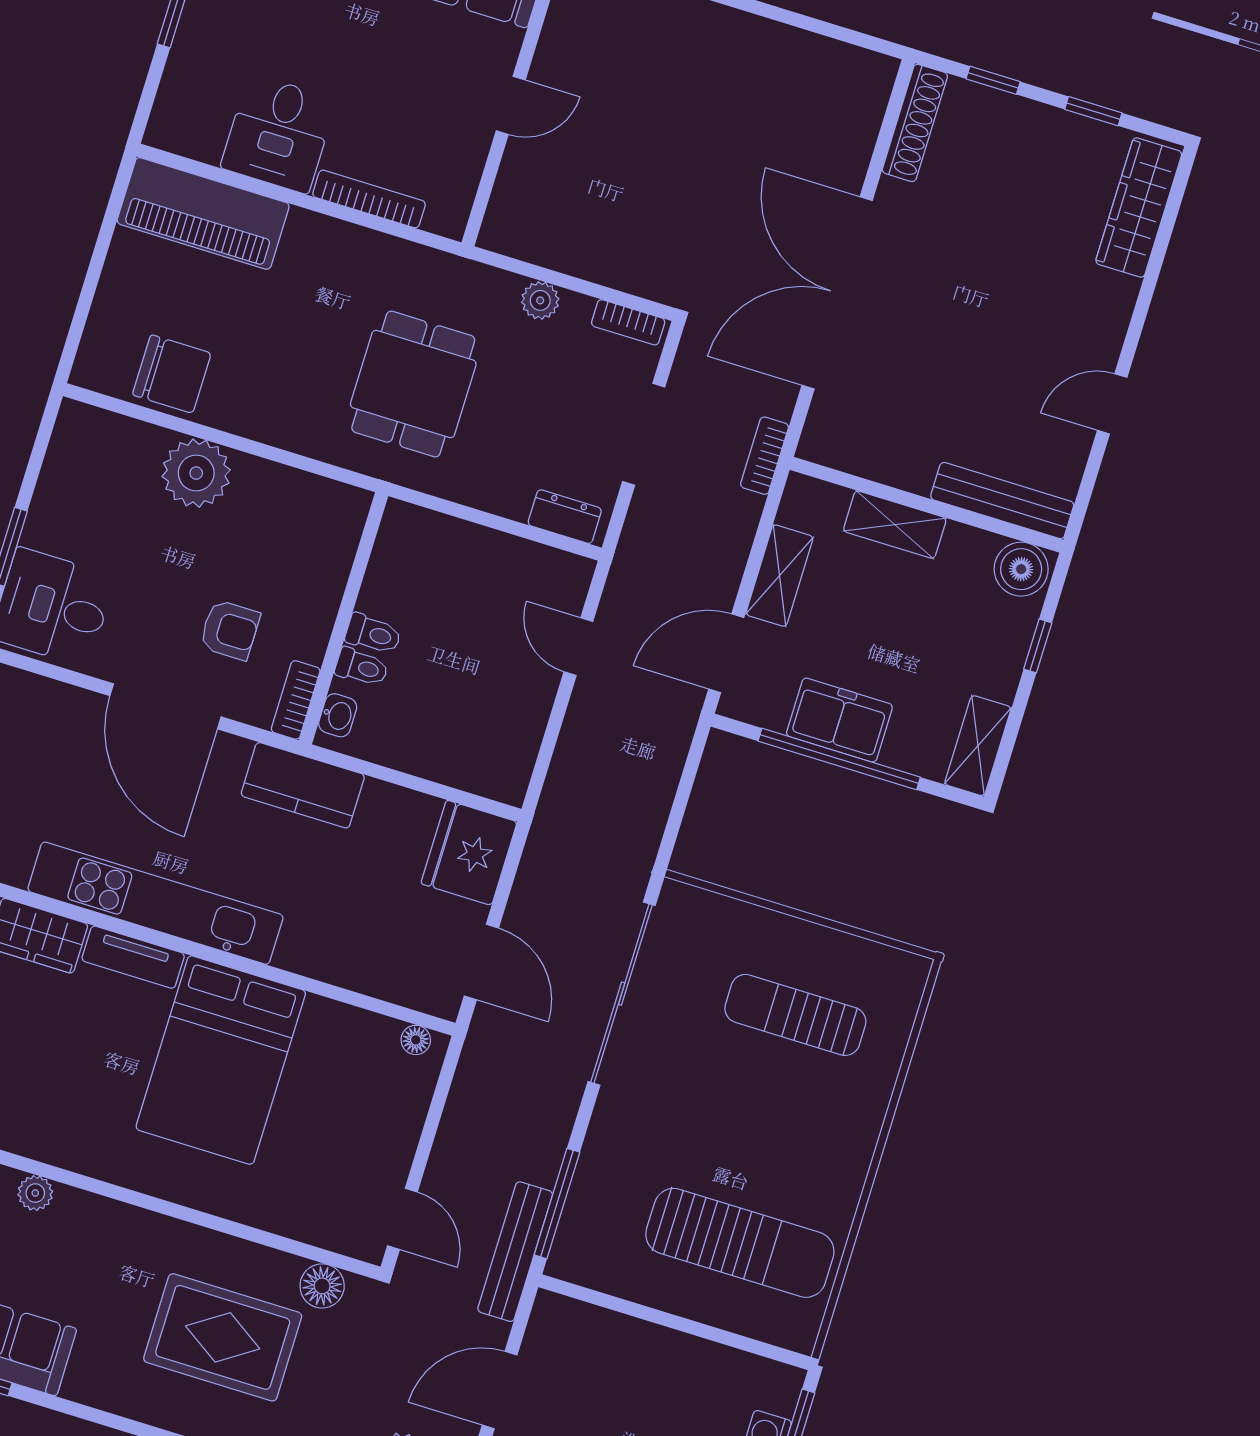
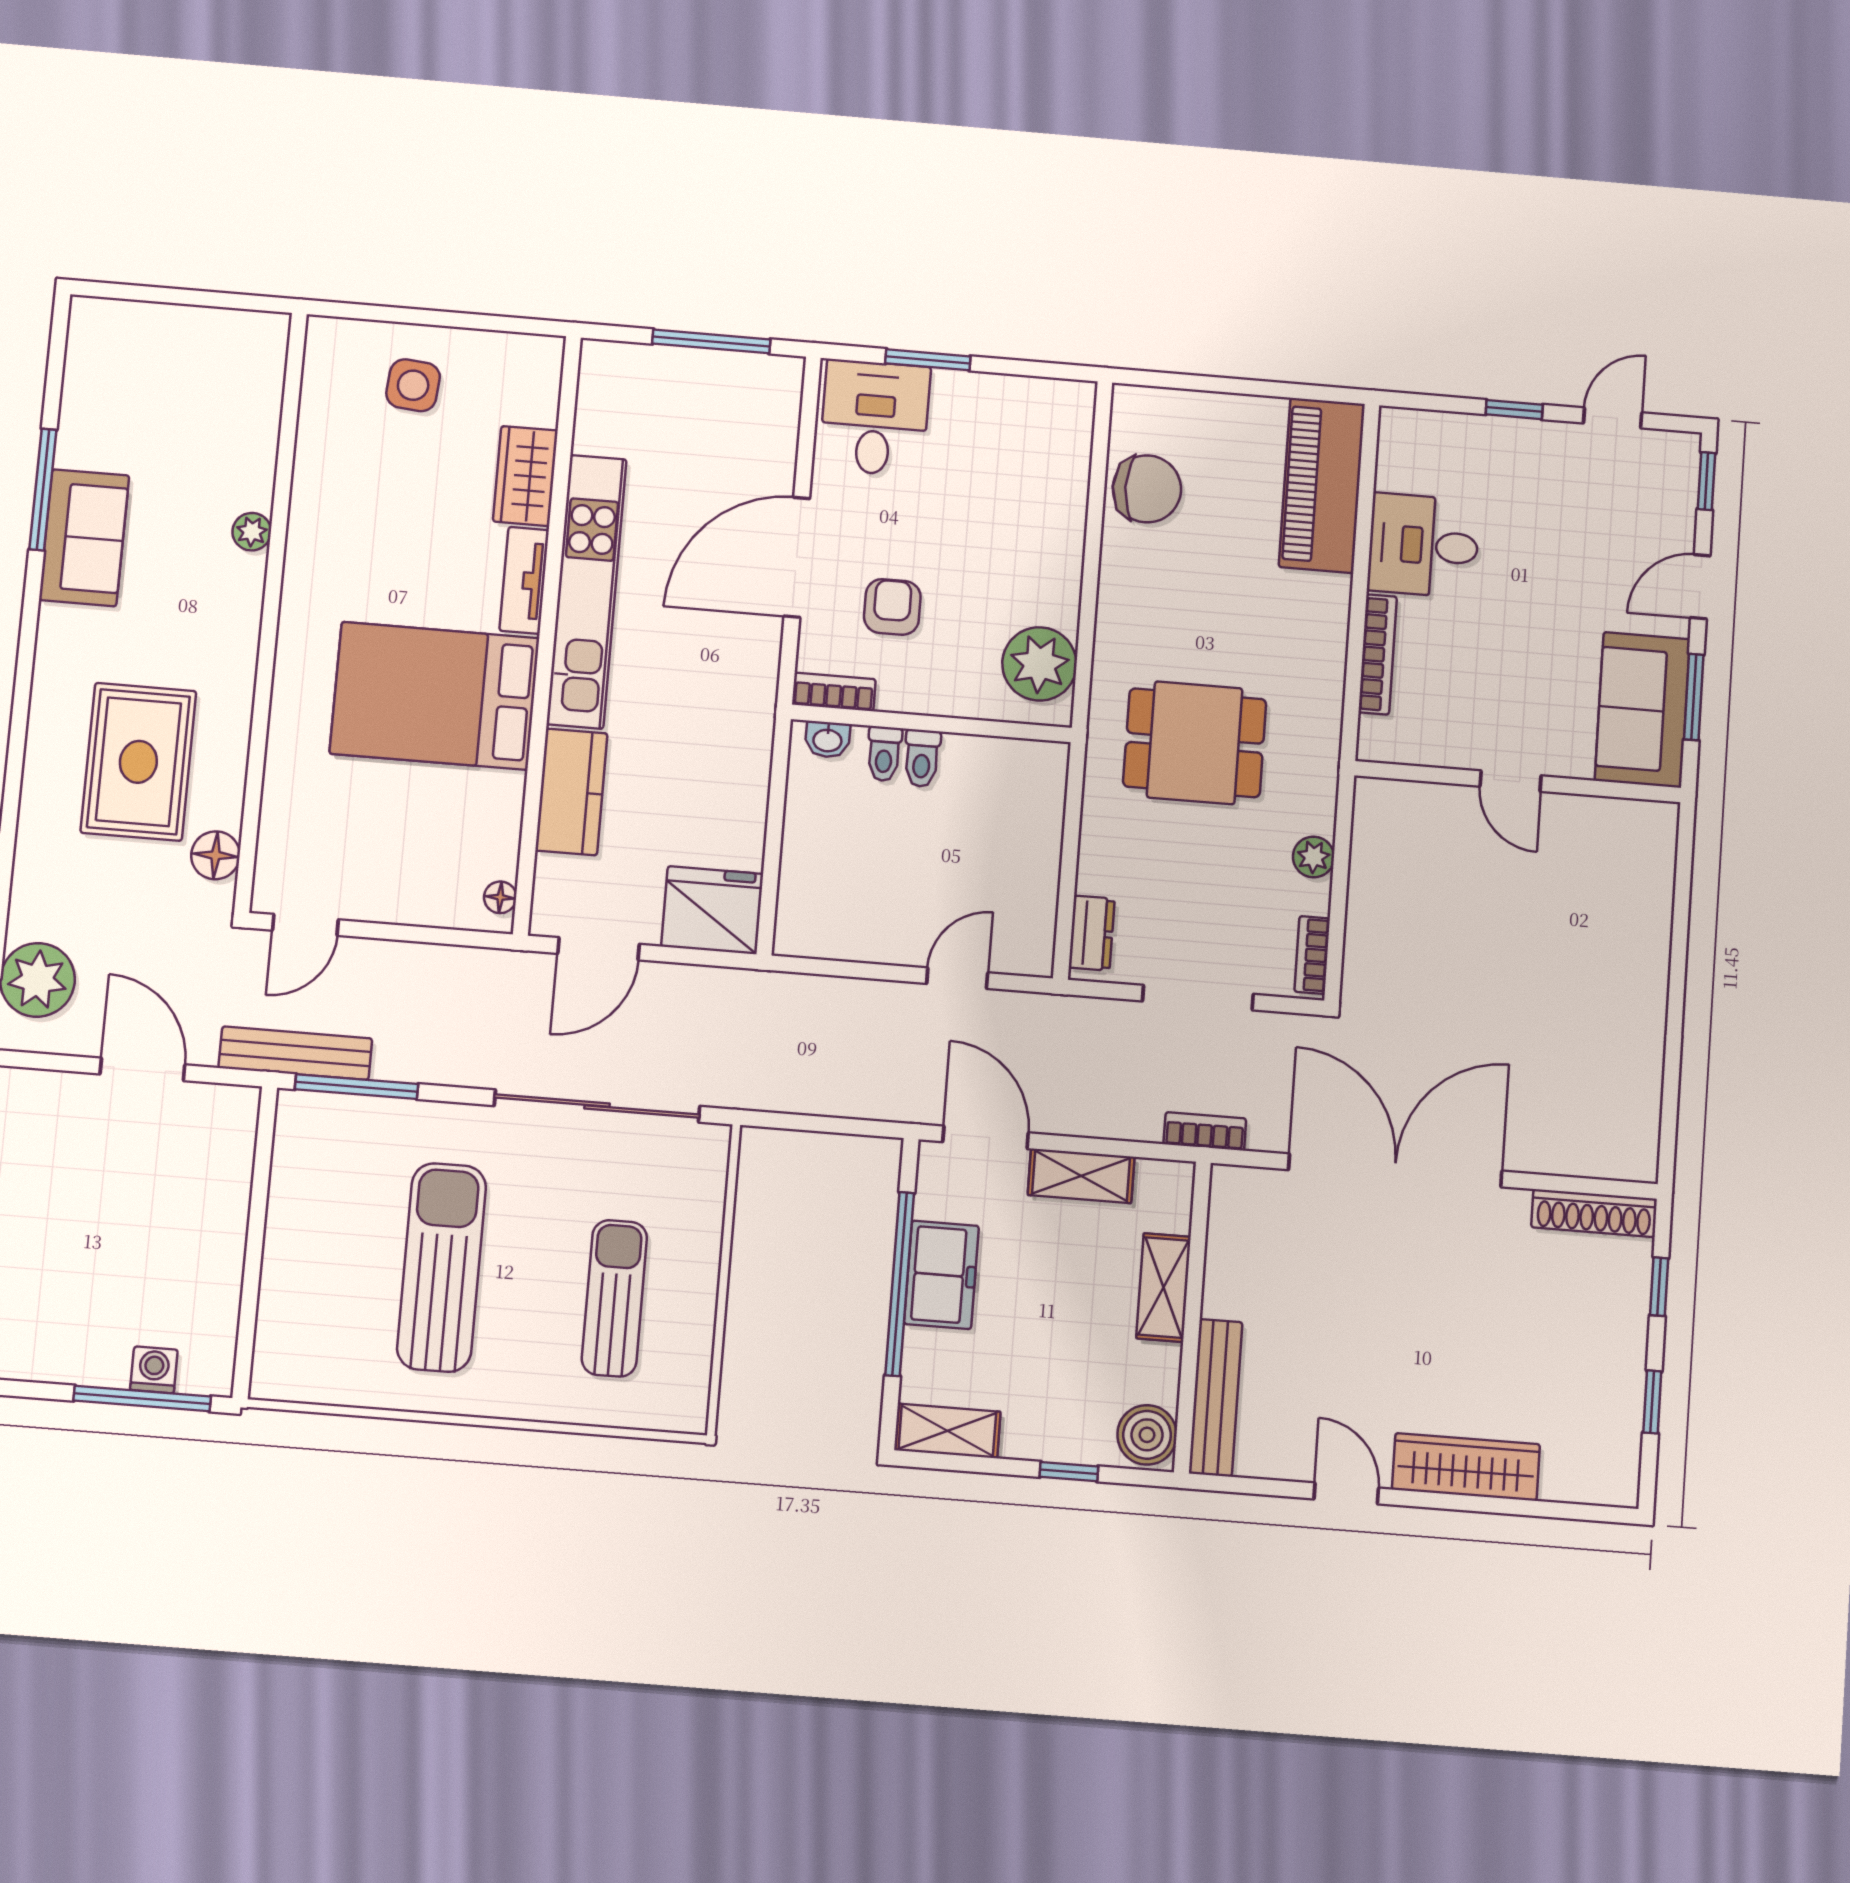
wardrobe: (1139, 208) -> (1466, 1467), moved
chair: (172, 374) -> (1147, 489), turned -90
plant: (196, 473) -> (1039, 664), moved
armchair: (230, 630) -> (892, 607), turned 180
kitchen counter: (303, 785) -> (571, 792), moved, turned 180
sun lounger: (740, 1243) -> (441, 1267), moved, turned 180

